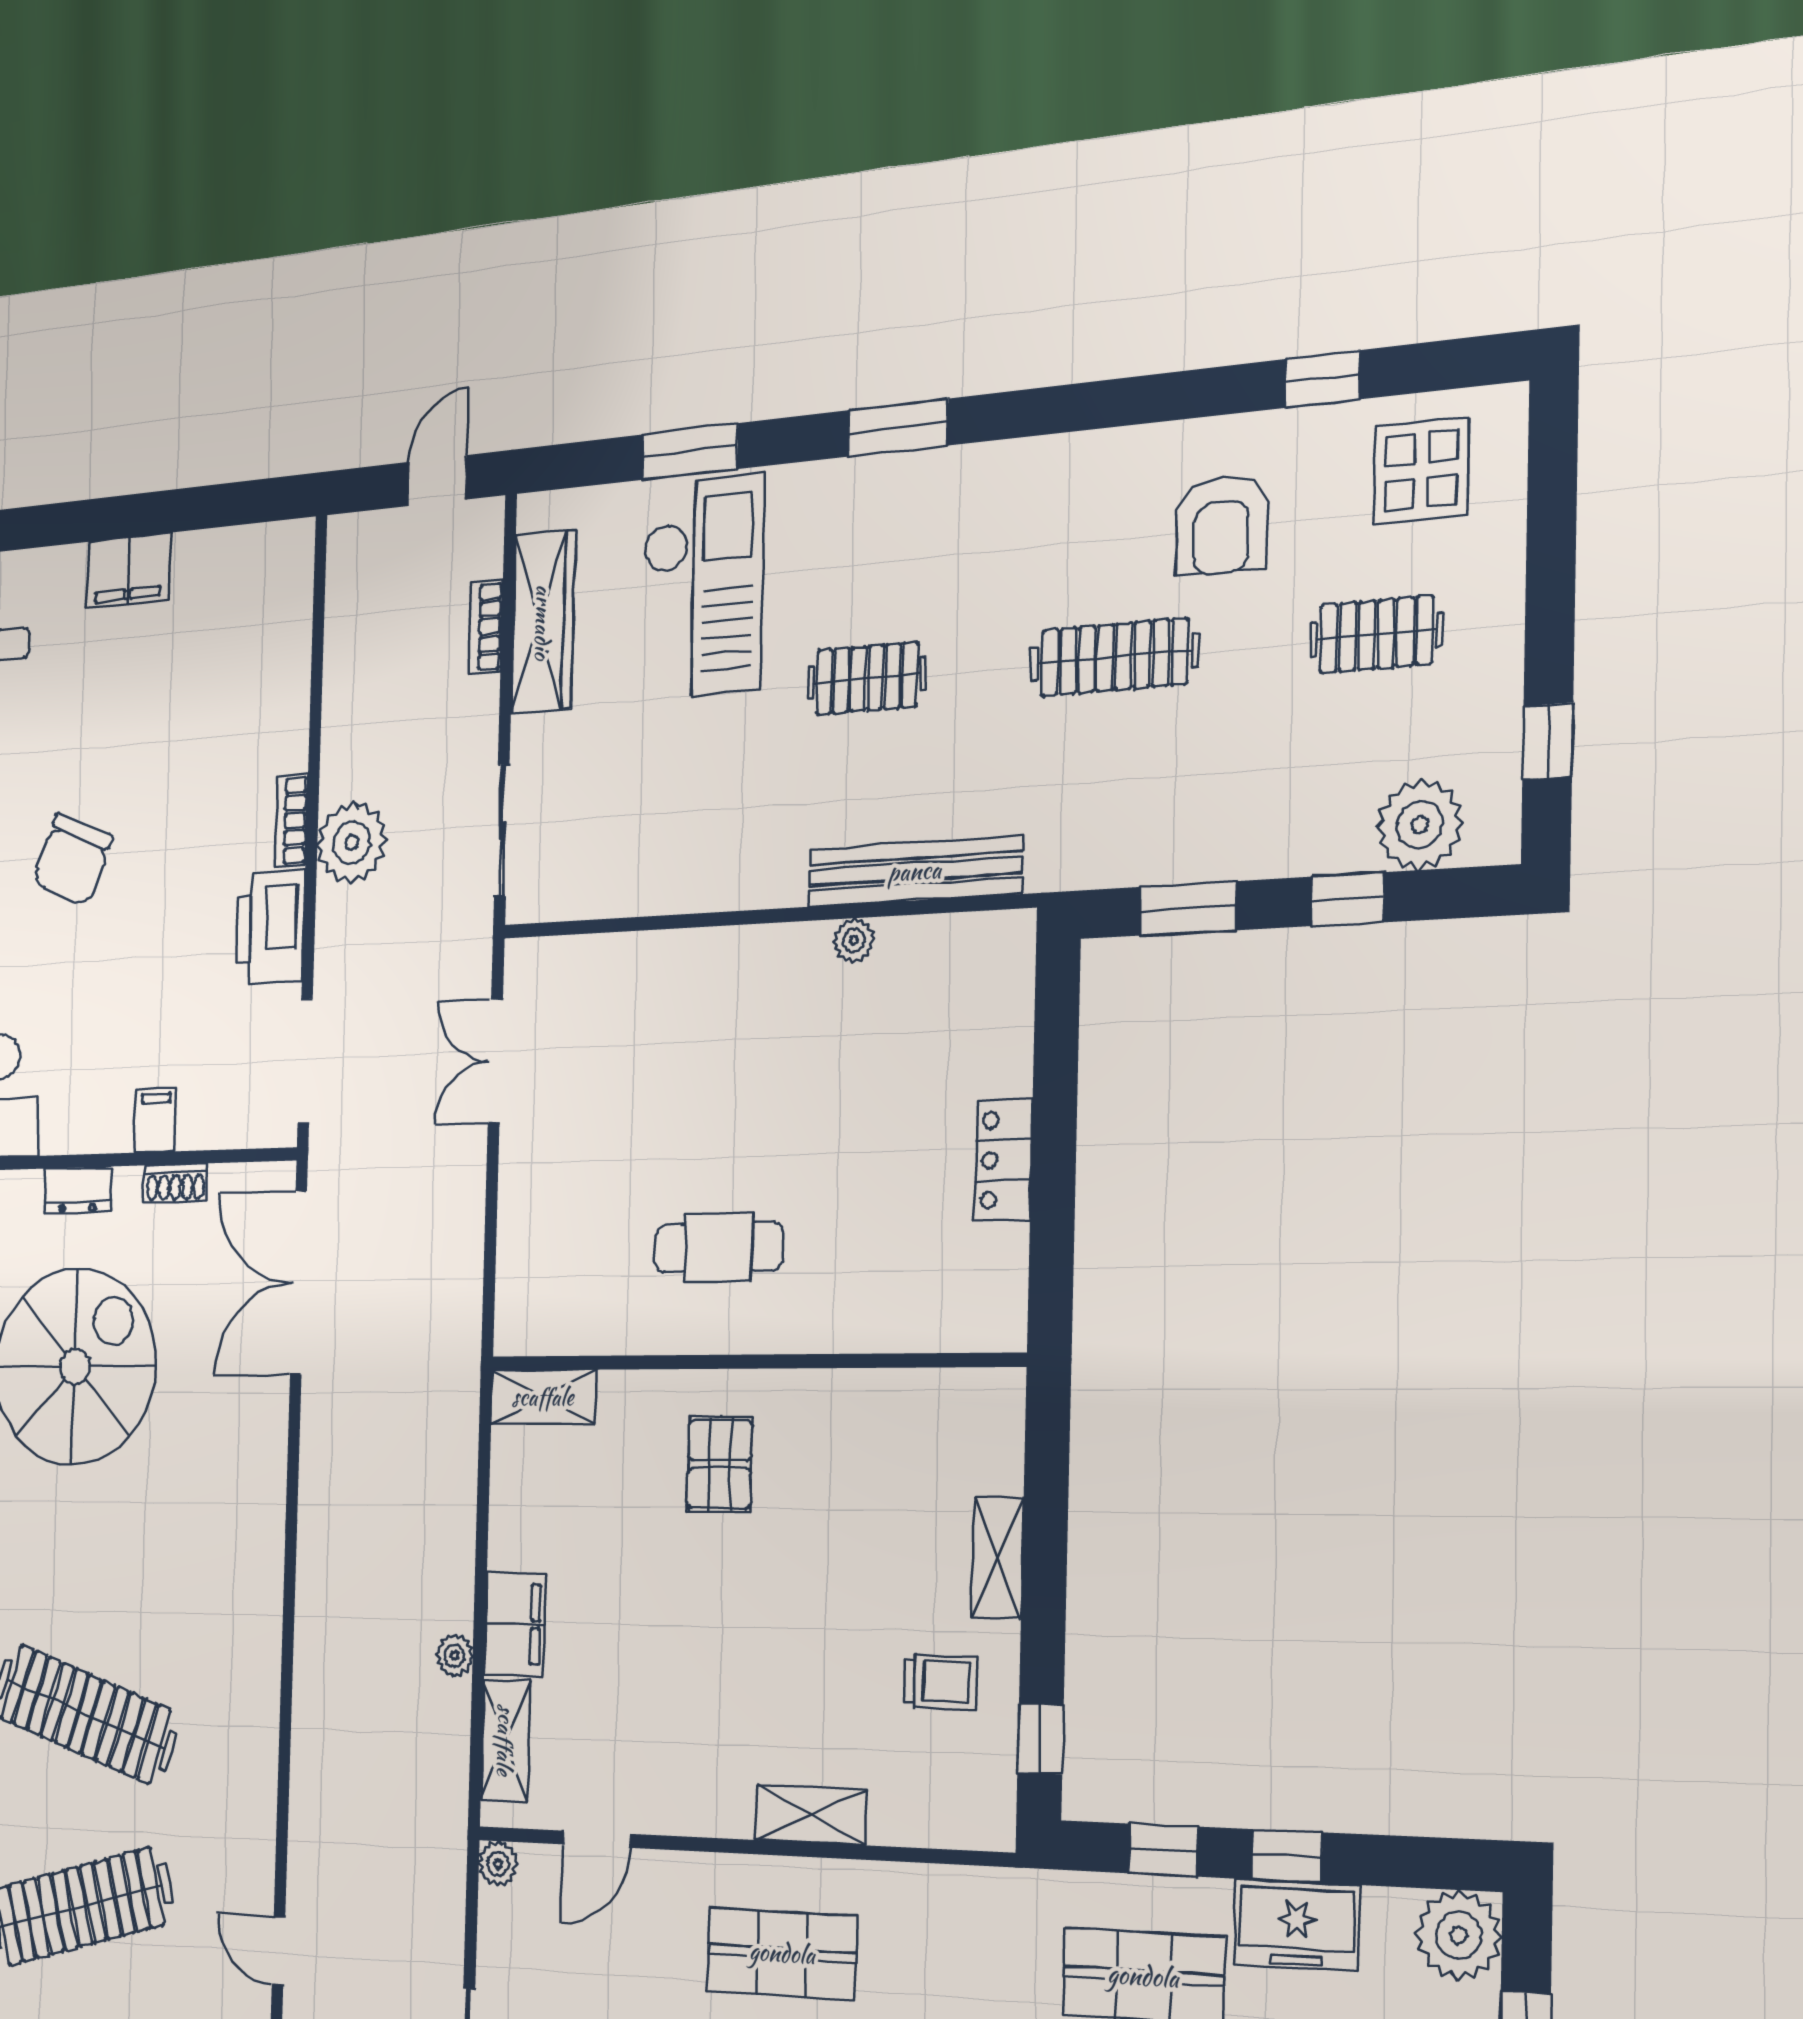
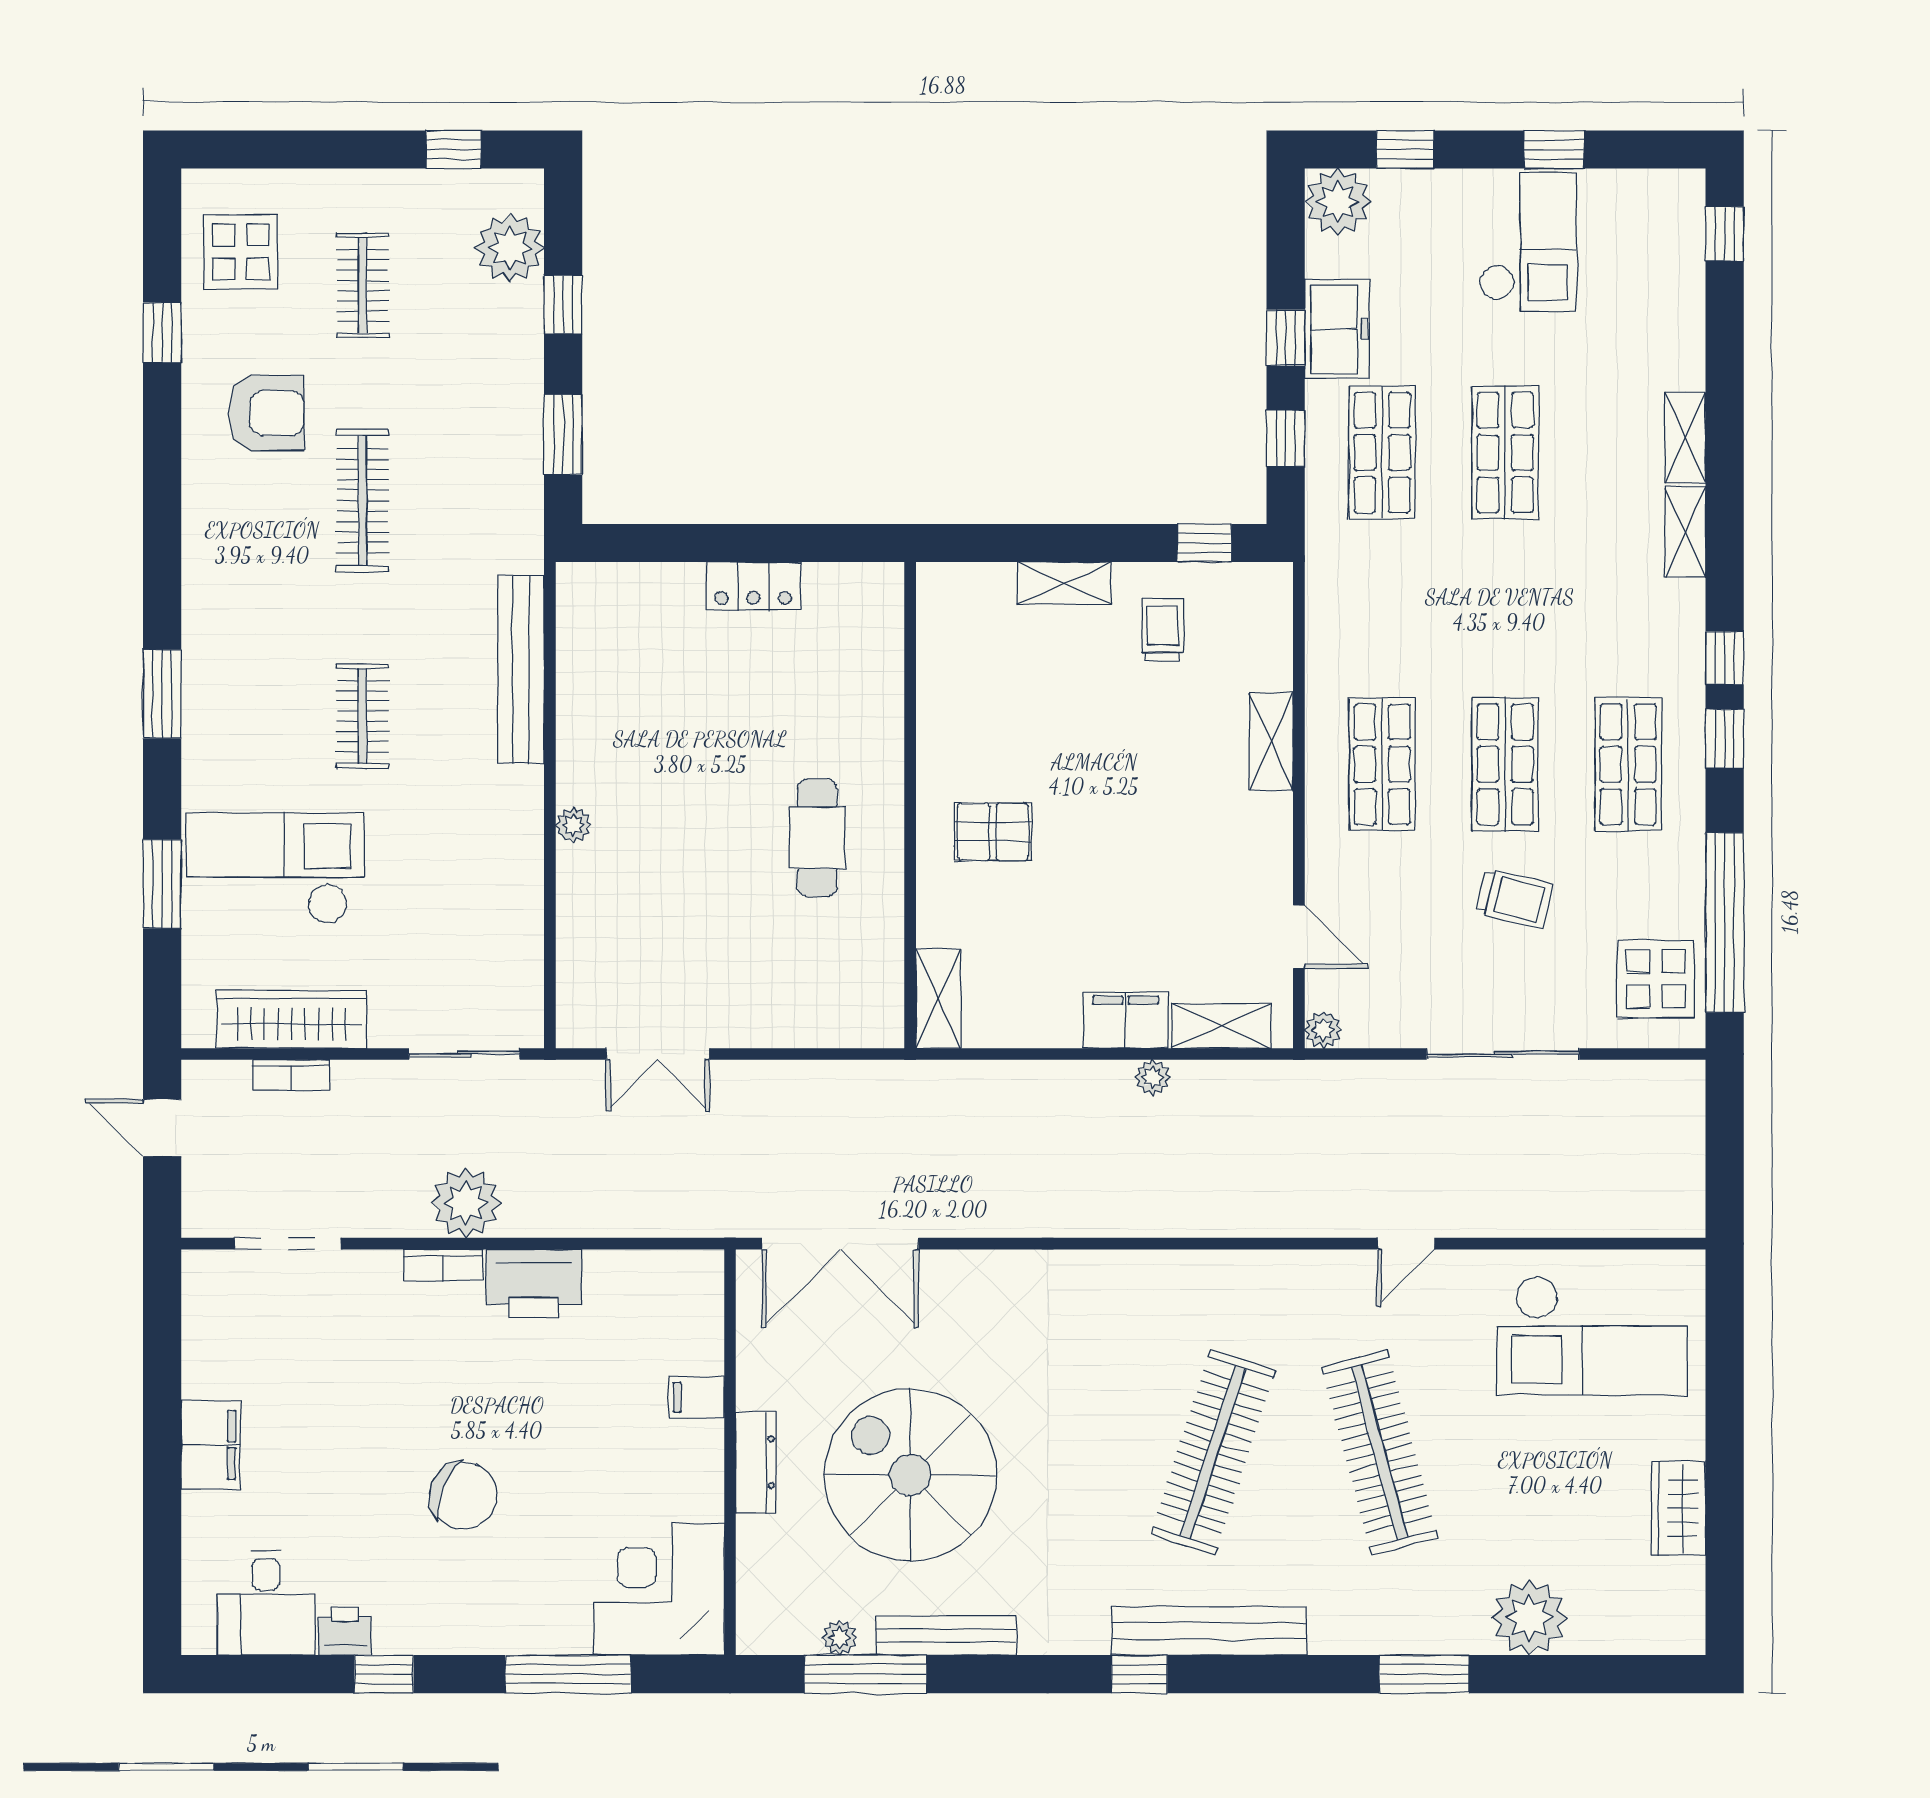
plant: (854, 940) -> (573, 825), moved
doorway: (305, 1061) -> (288, 1244), moved
shoe rack: (175, 1183) -> (752, 1374), removed
dresser: (78, 1190) -> (756, 1462), width x1.44

